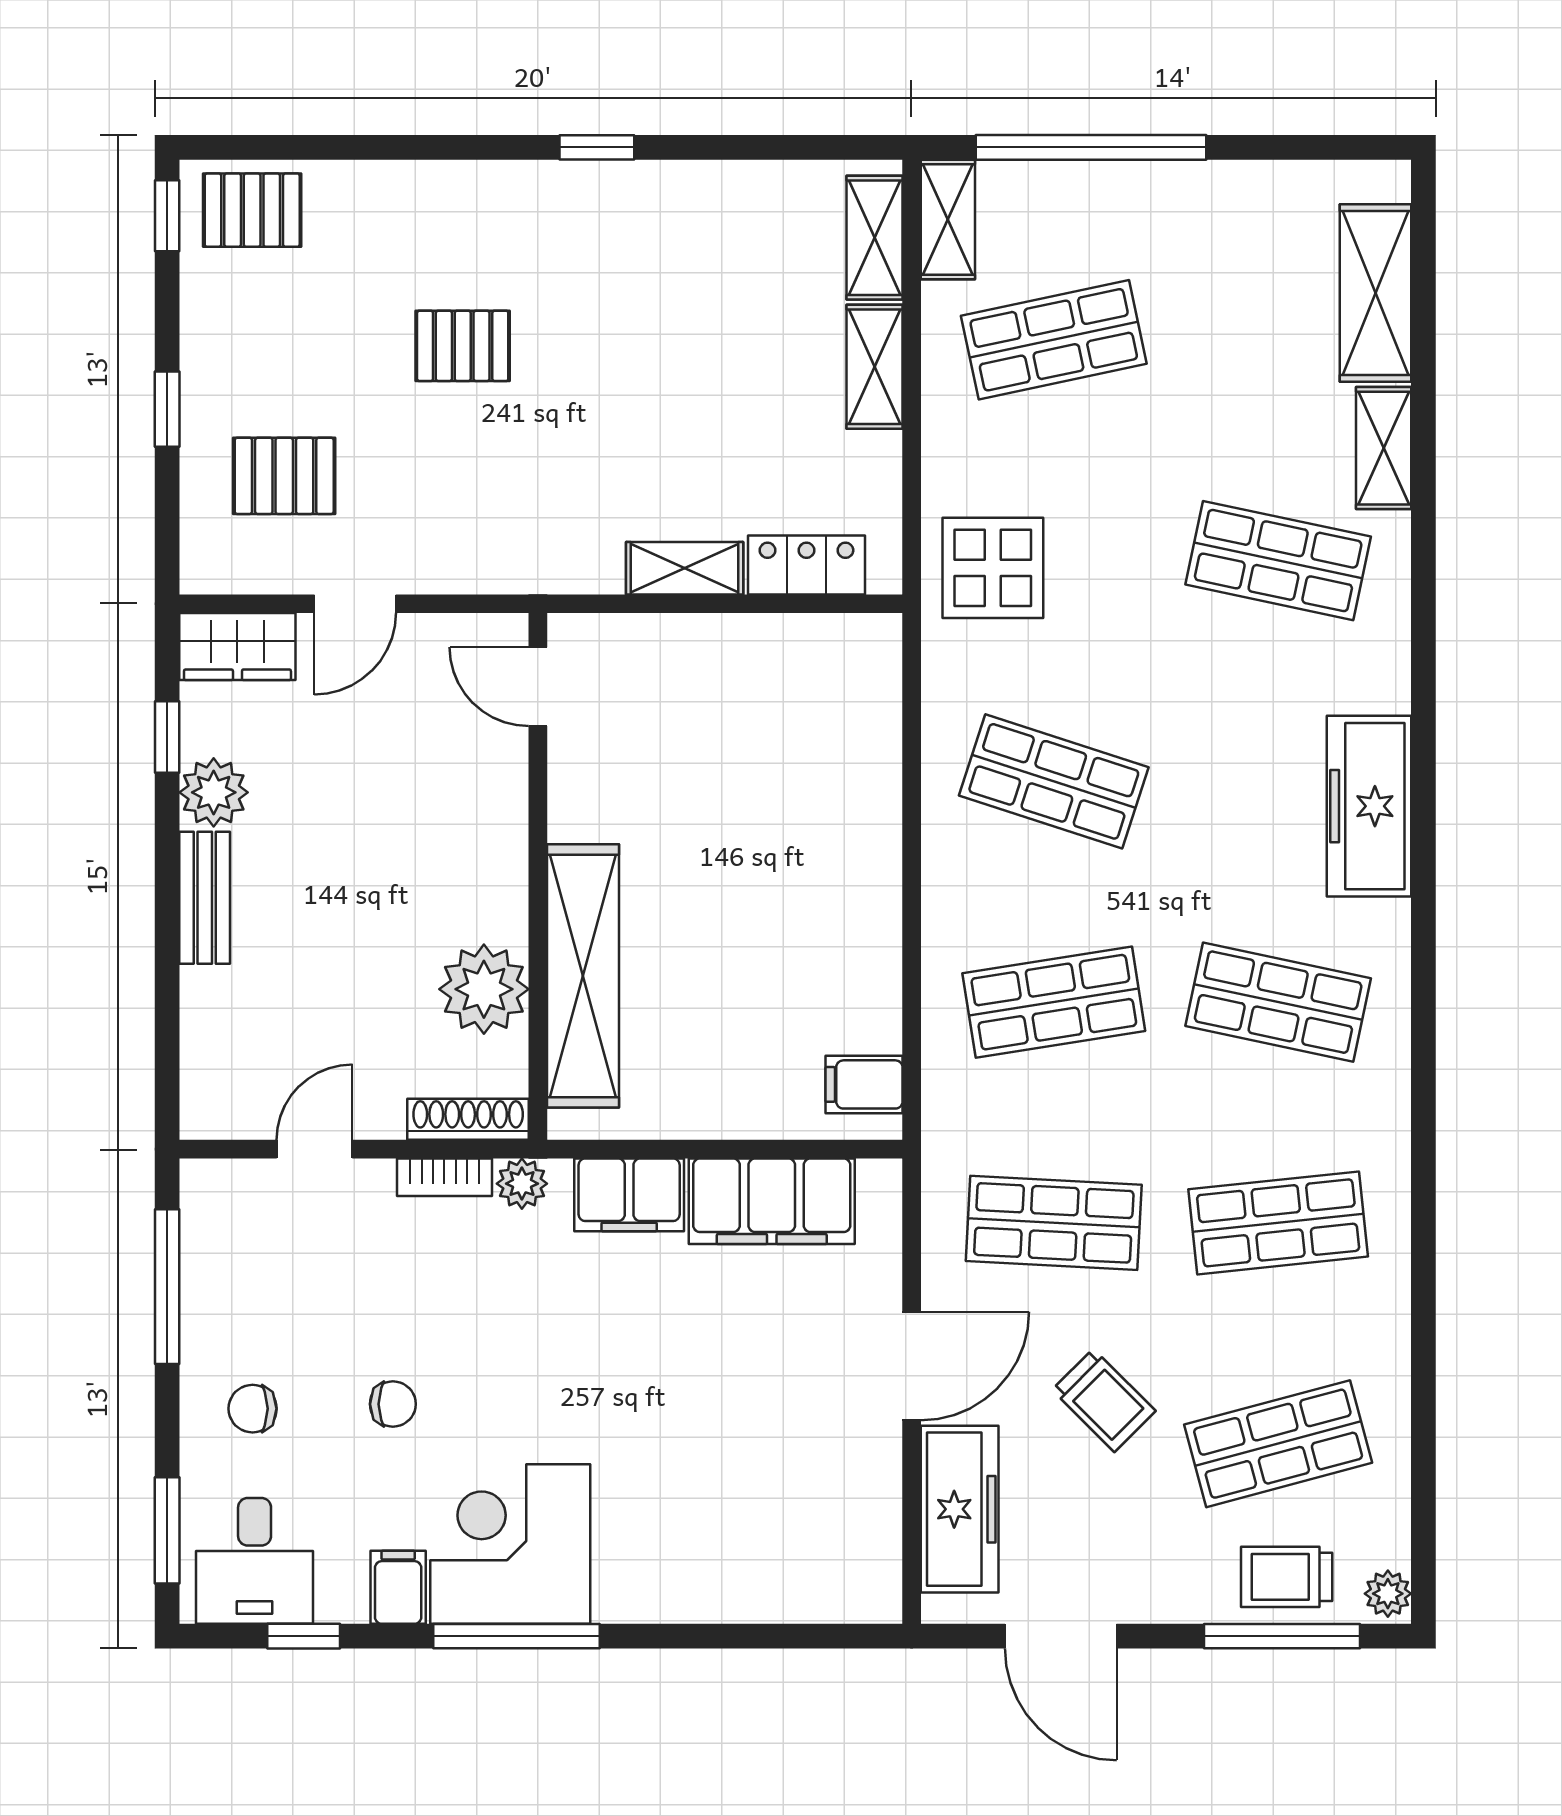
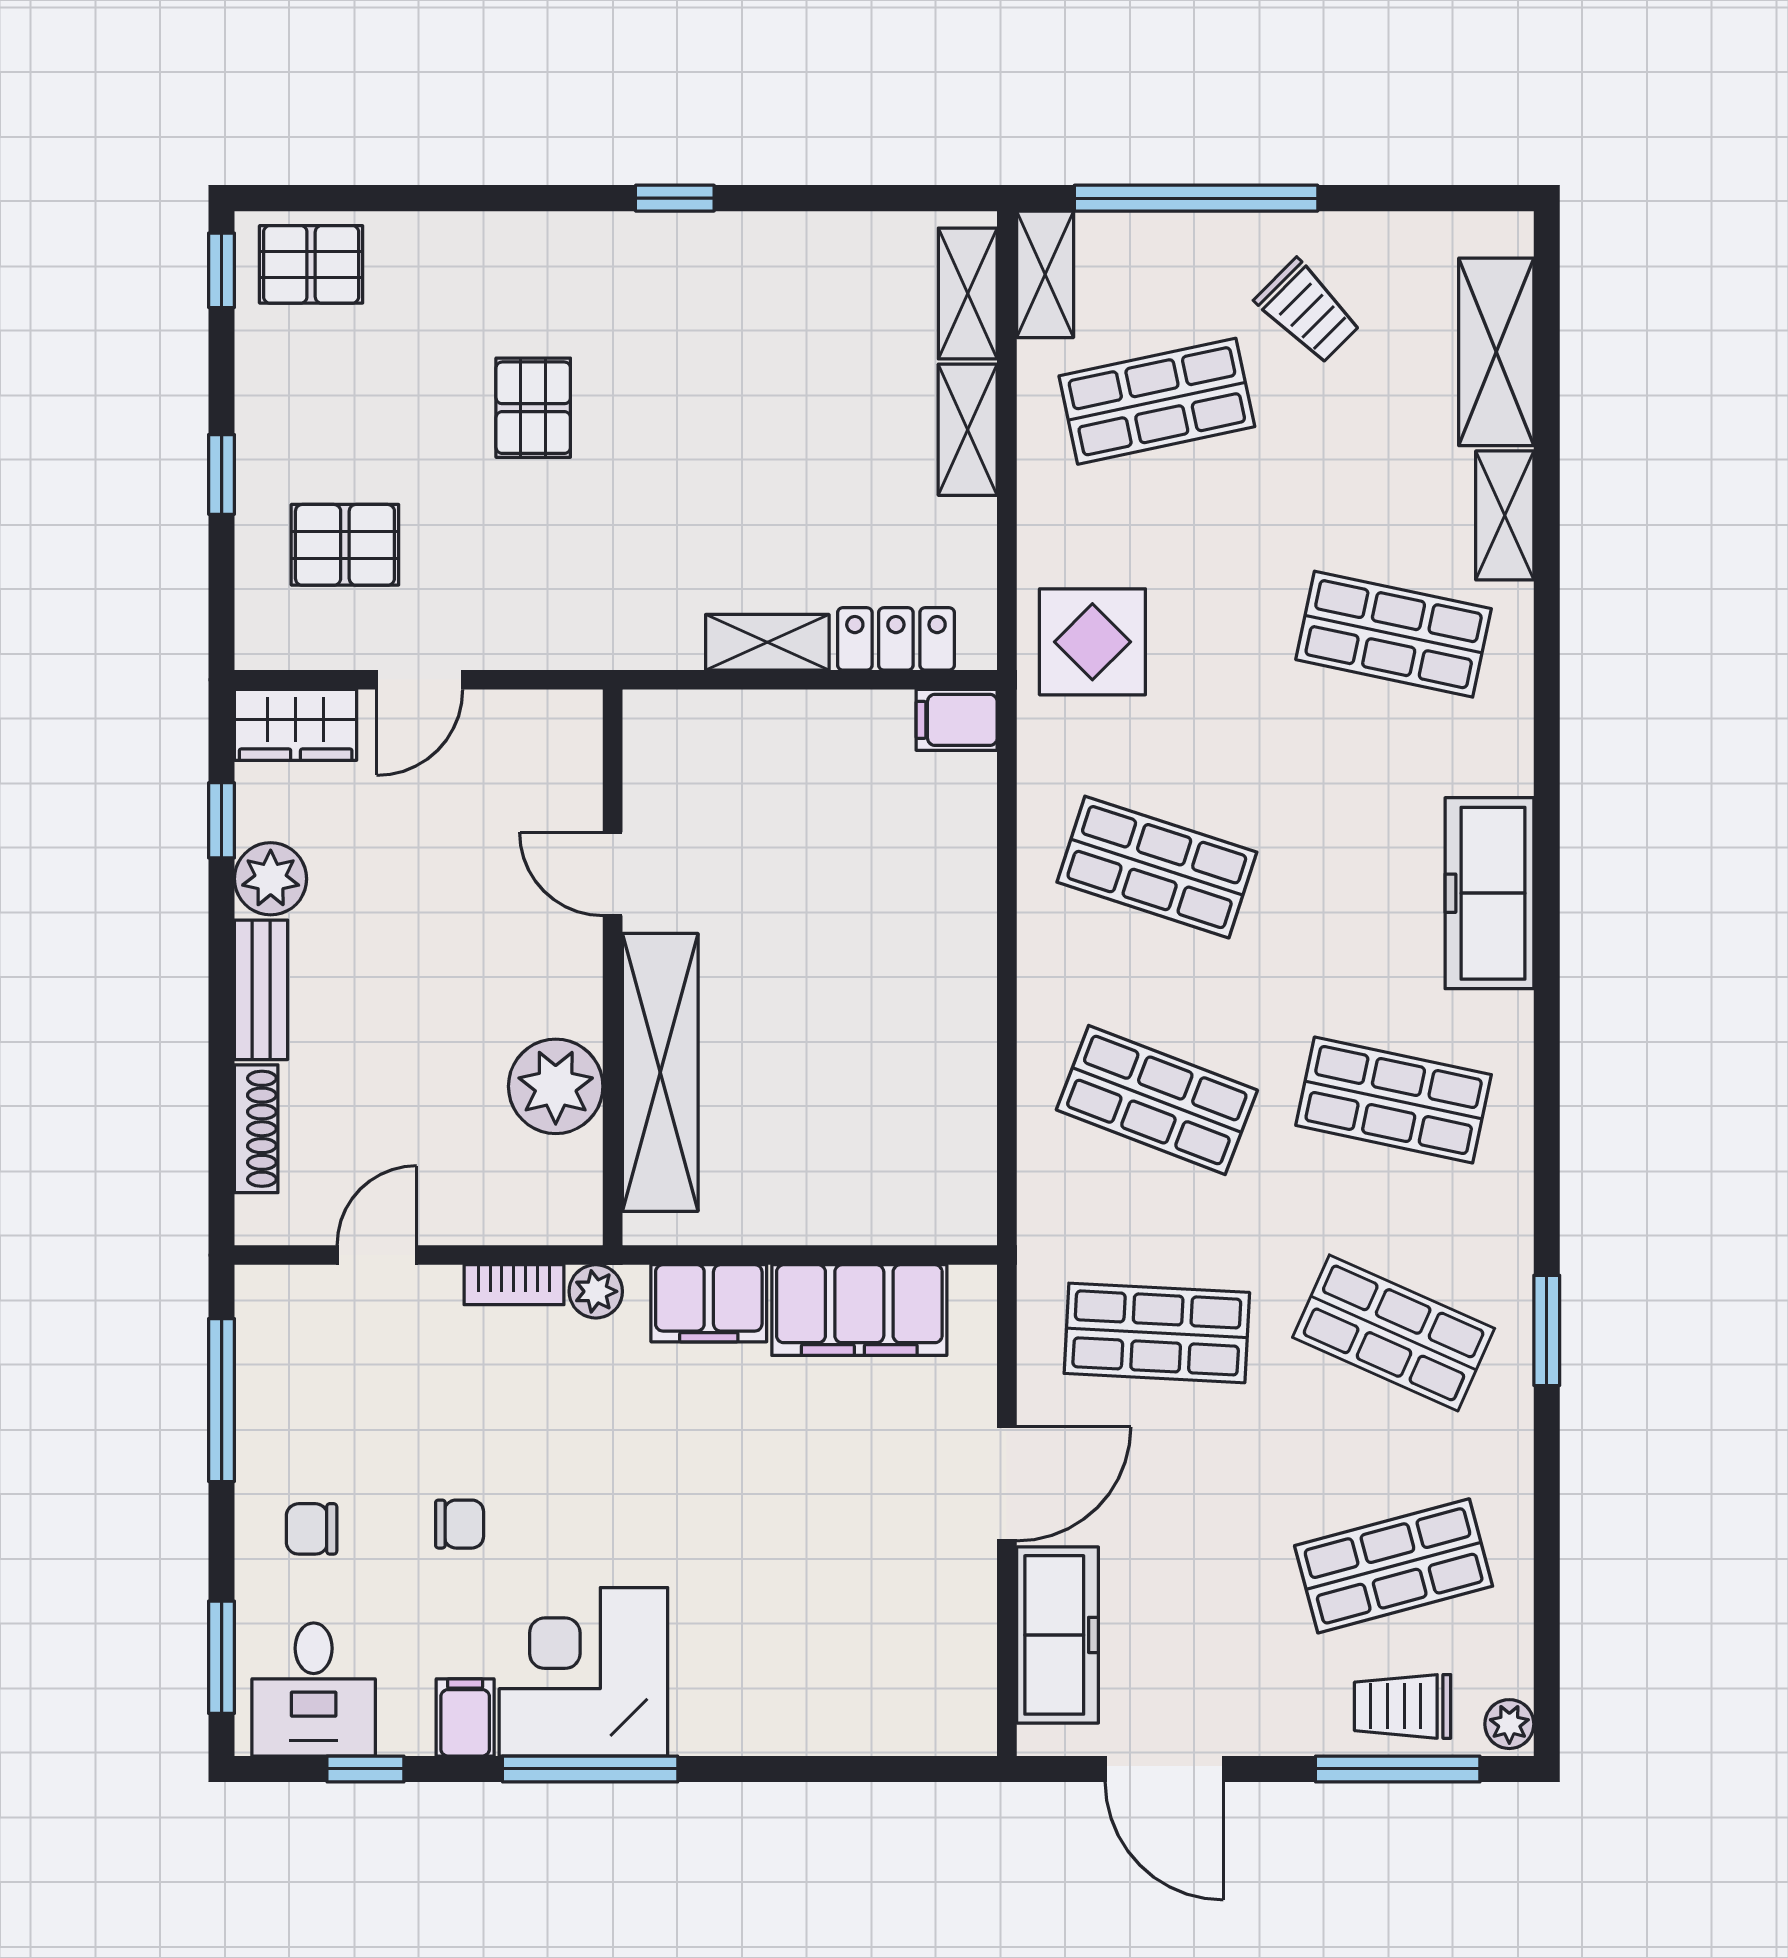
pallet: (463, 346) -> (533, 408), turned 90
door: (538, 687) -> (613, 874), moved
shop shelf: (1054, 1002) -> (1157, 1100), turned 30
filing cabinet: (864, 1084) -> (957, 720), moved
shoe rack: (468, 1119) -> (256, 1129), moved, turned 90
window: (1423, 1220) -> (1547, 1330), added
shop shelf: (1278, 1223) -> (1394, 1333), turned 30
trolley: (1104, 1400) -> (1308, 311), moved

